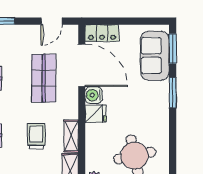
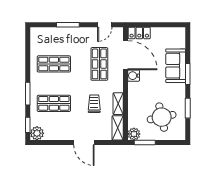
window: (173, 49) -> (188, 108), moved
sofa: (155, 56) -> (176, 66), moved
fridge: (96, 114) -> (135, 88), removed

